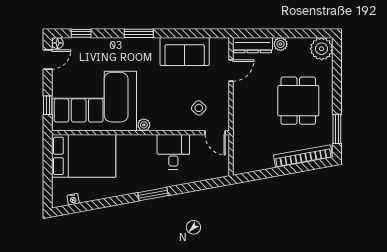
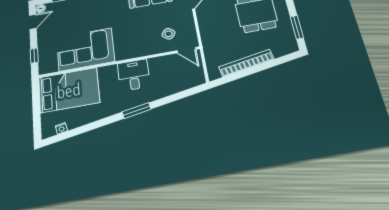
corner sofa: (94, 101) -> (85, 49), width x0.73, depth x0.74
plant: (144, 125) -> (121, 55), removed
desk: (173, 152) -> (134, 75), moved
bookcase: (303, 156) -> (246, 63), moved

